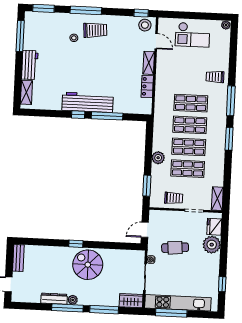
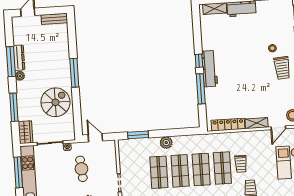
locker: (147, 86) -> (228, 125), width x1.53
workbench: (88, 102) -> (210, 69), width x0.73, depth x0.76
trolley: (174, 198) -> (241, 164), moved
window: (76, 244) -> (74, 73), width x2.17
spiral stairs: (88, 265) -> (55, 102), moved
window: (67, 308) -> (11, 62), moved

